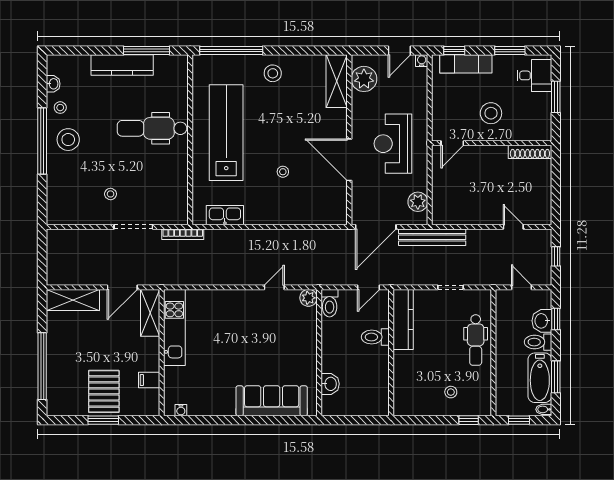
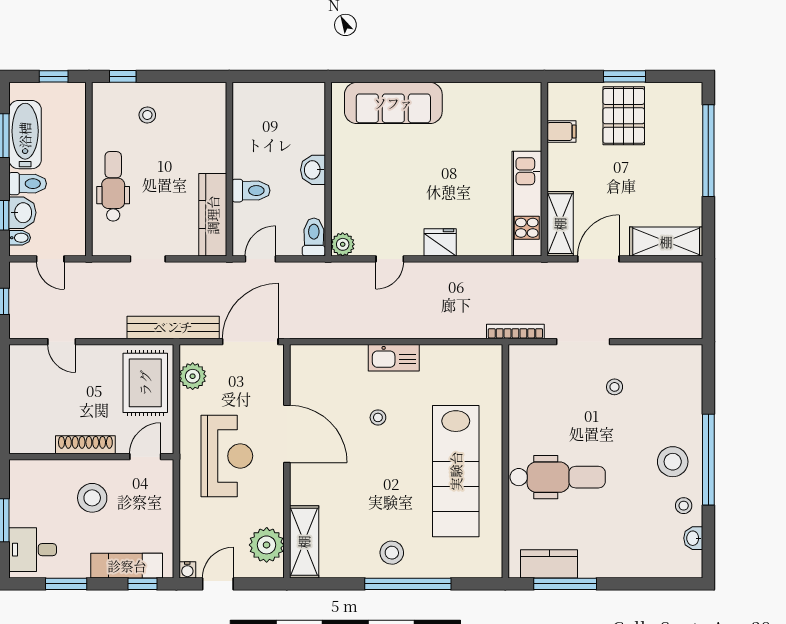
window: (231, 51) -> (408, 584), moved
kitchen counter: (122, 65) -> (549, 564), moved, width x0.67
shoe rack: (530, 152) -> (85, 445), moved
rug: (452, 197) -> (145, 383), added
kitchen sink: (225, 215) -> (394, 358), moved
fridge: (238, 299) -> (440, 242), added
washbasin: (330, 384) -> (313, 170), moved
bidet: (544, 409) -> (20, 238), moved
water cooler: (181, 410) -> (518, 90), removed

